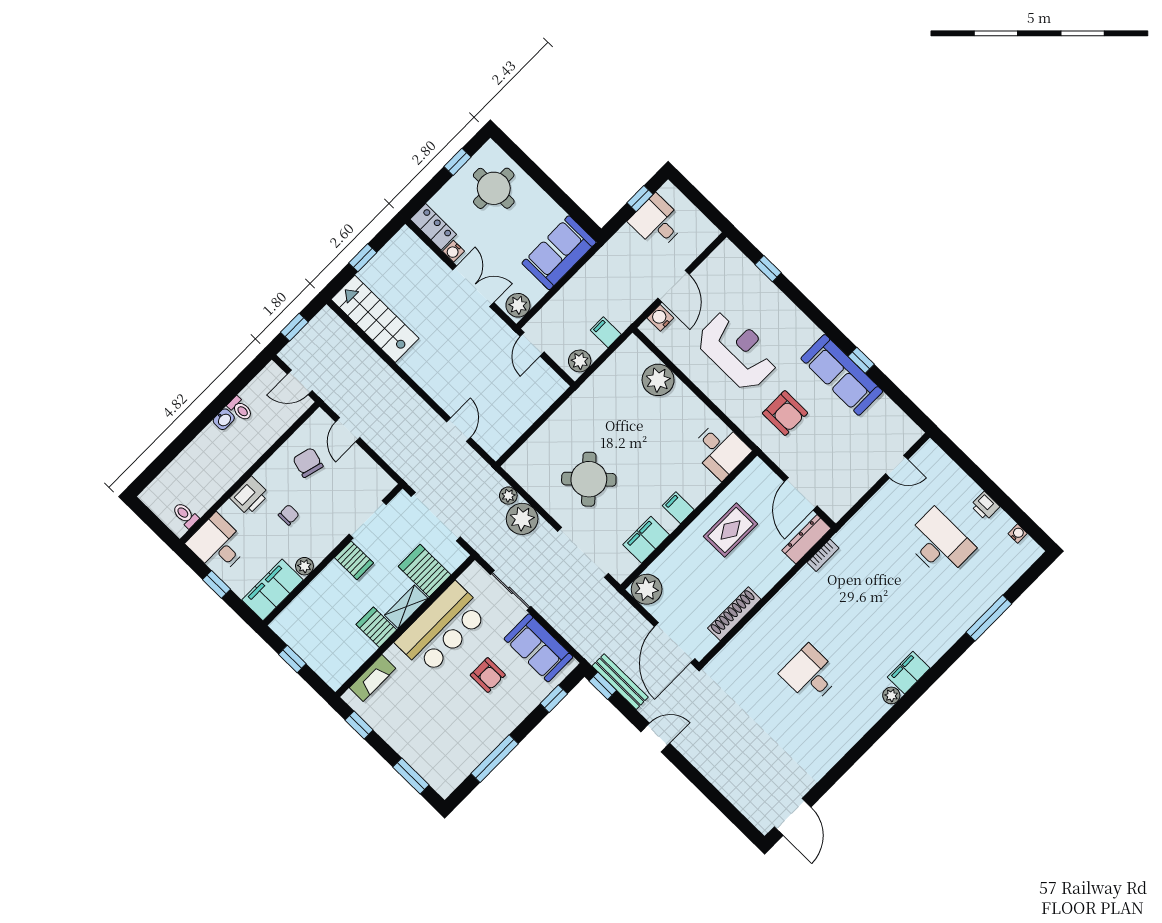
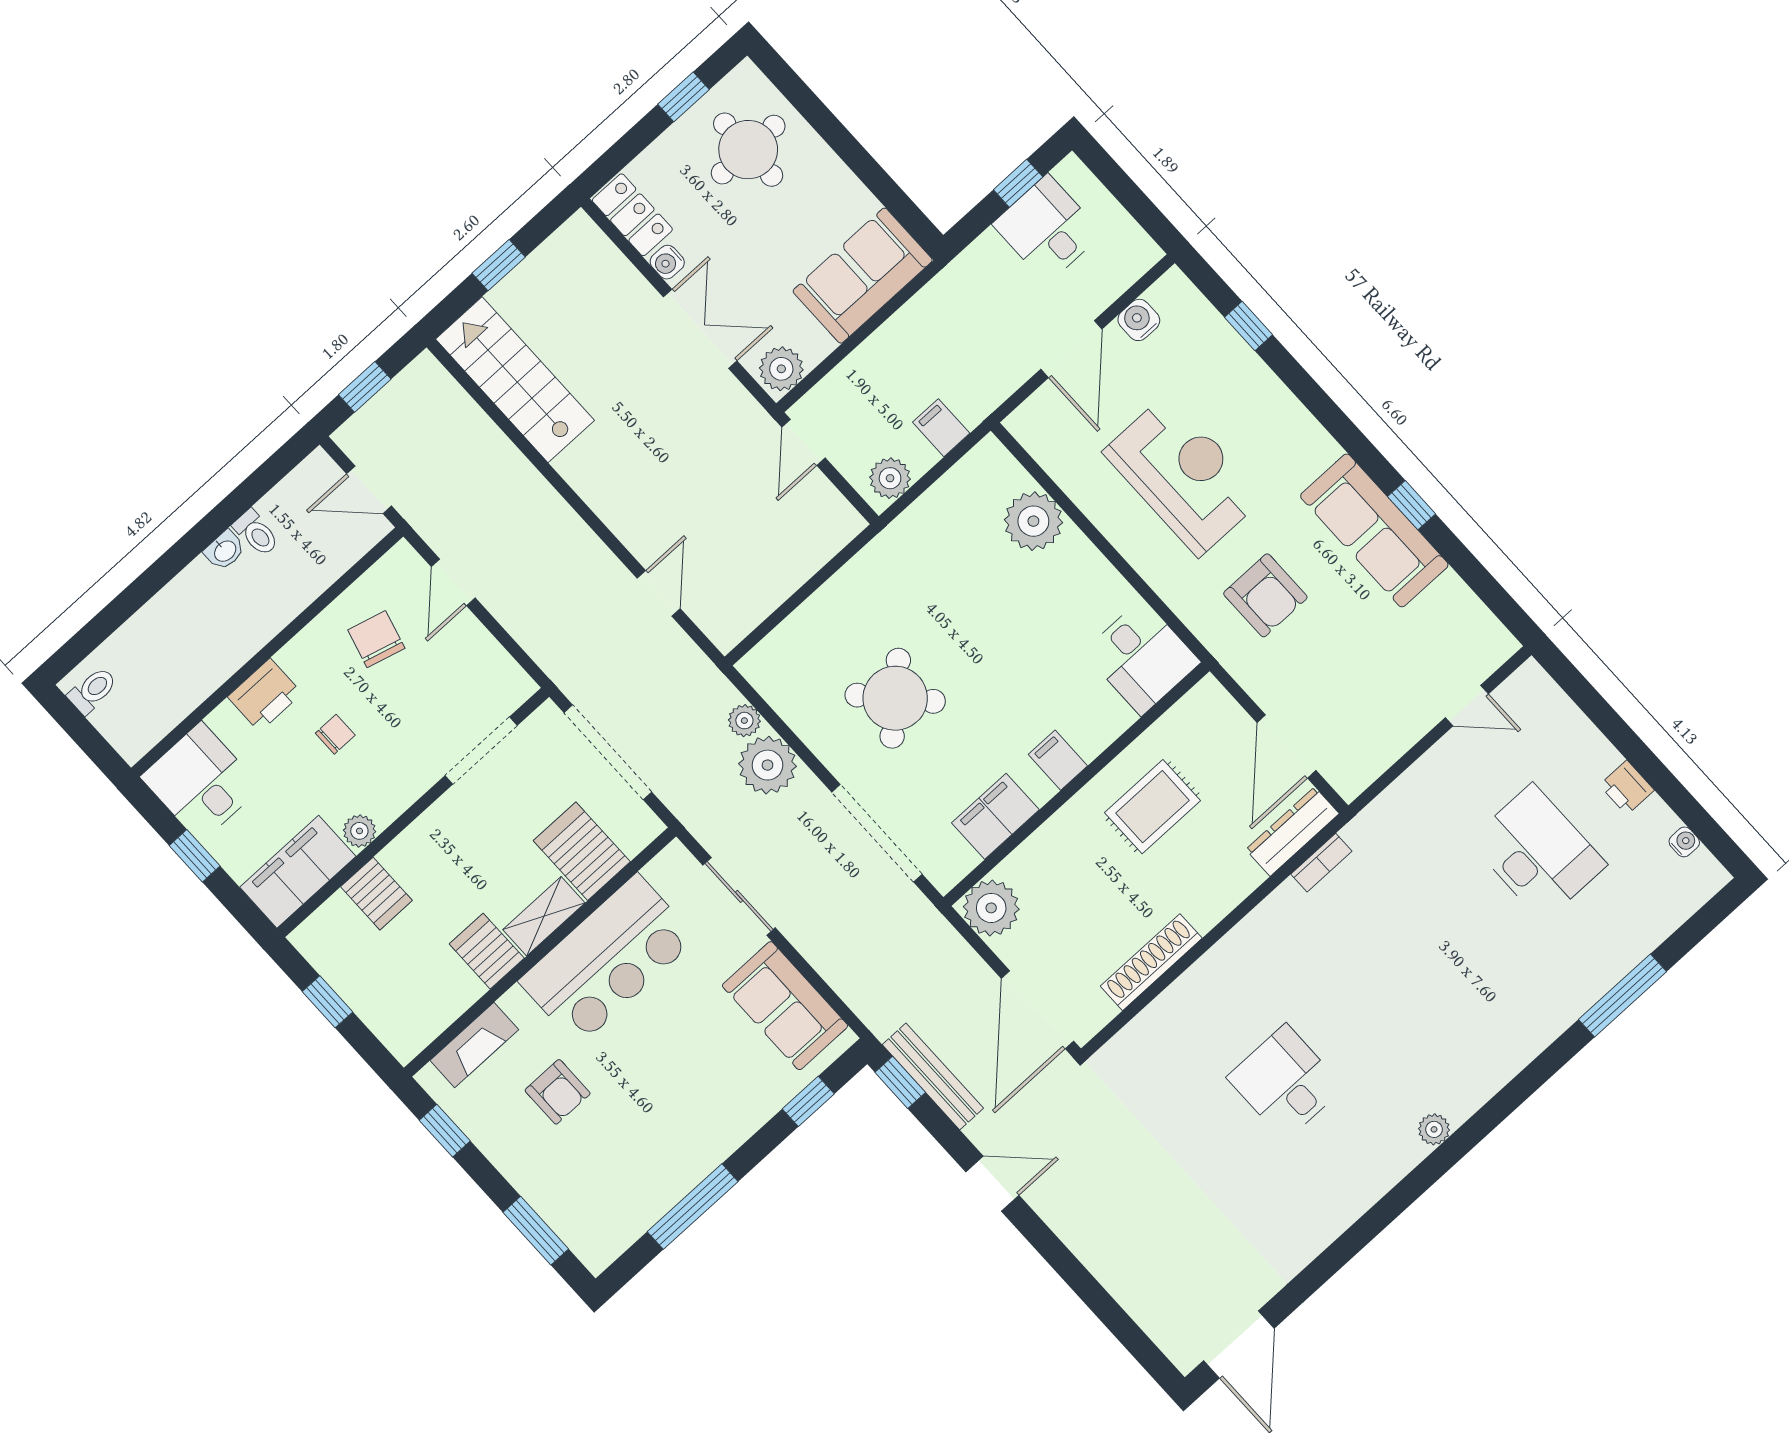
water cooler: (660, 318) -> (1139, 320), moved
toilet: (185, 515) -> (93, 690), moved, turned 90
server rack: (354, 560) -> (376, 894), moved
filing cabinet: (909, 673) -> (1469, 1089), removed
armchair: (488, 675) -> (558, 1092), moved

